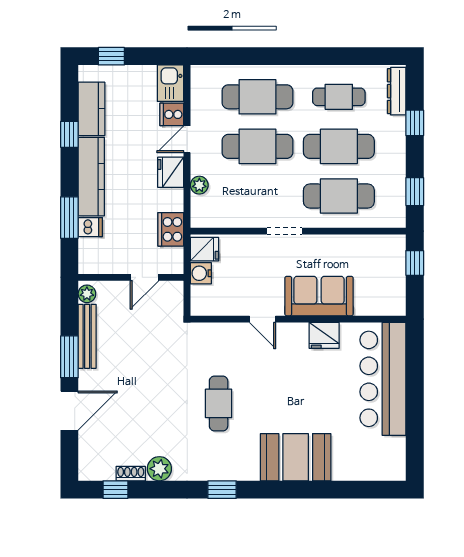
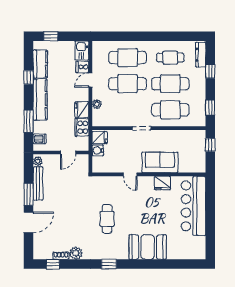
fridge: (171, 172) -> (82, 110), moved
dishwasher: (90, 227) -> (40, 139), moved

